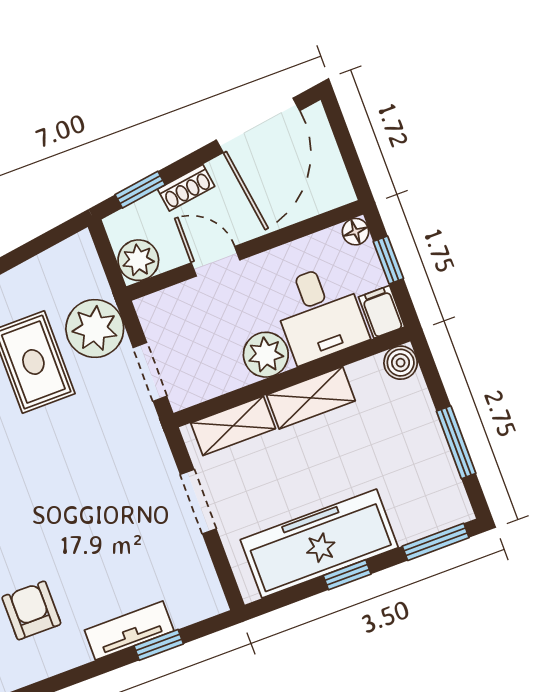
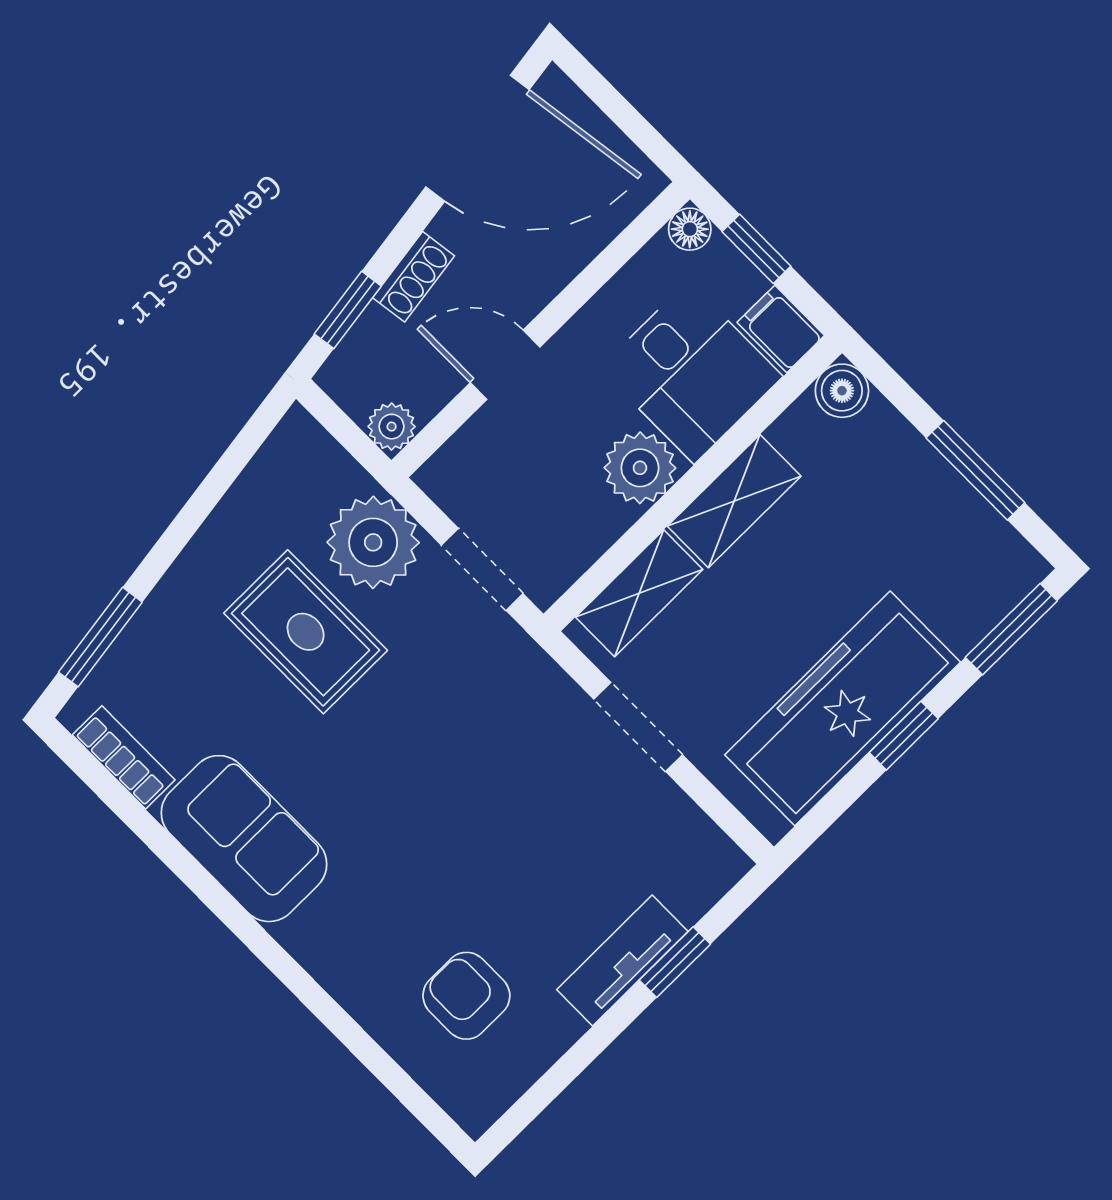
door: (258, 125) -> (478, 138), hinge flipped
plant: (138, 260) -> (392, 427), width x0.73, depth x0.73

